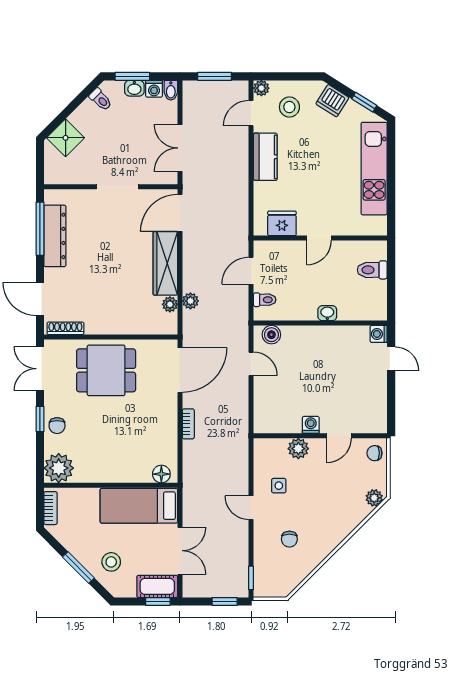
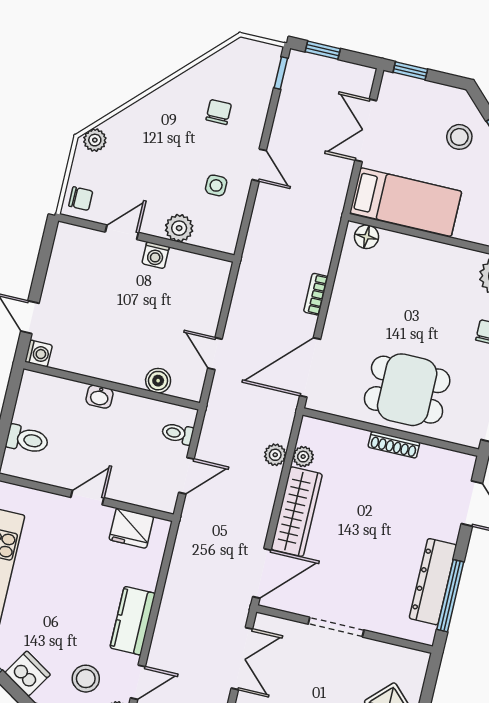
shoe rack: (65, 328) -> (394, 445), moved
boiler: (271, 335) -> (158, 381), moved
cot: (157, 586) -> (407, 91), removed

